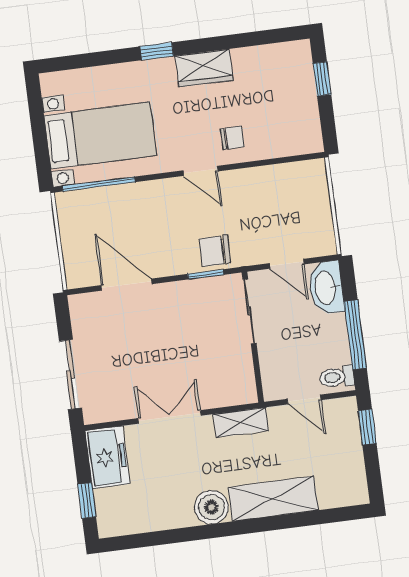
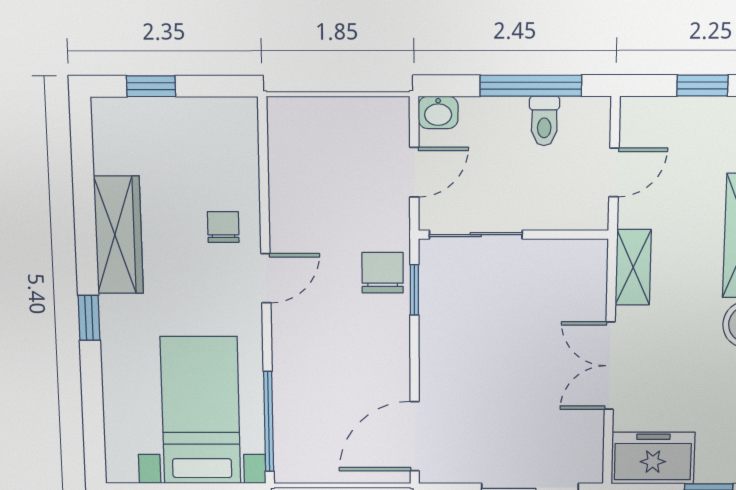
wardrobe: (204, 68) -> (118, 235), width x1.50
chair: (215, 251) -> (383, 273), turned 180
door: (126, 285) -> (415, 436), moved
washbasin: (326, 288) -> (438, 112), width x0.52, depth x0.69
toilet: (337, 377) -> (544, 121), moved
window: (367, 427) -> (703, 85), moved

